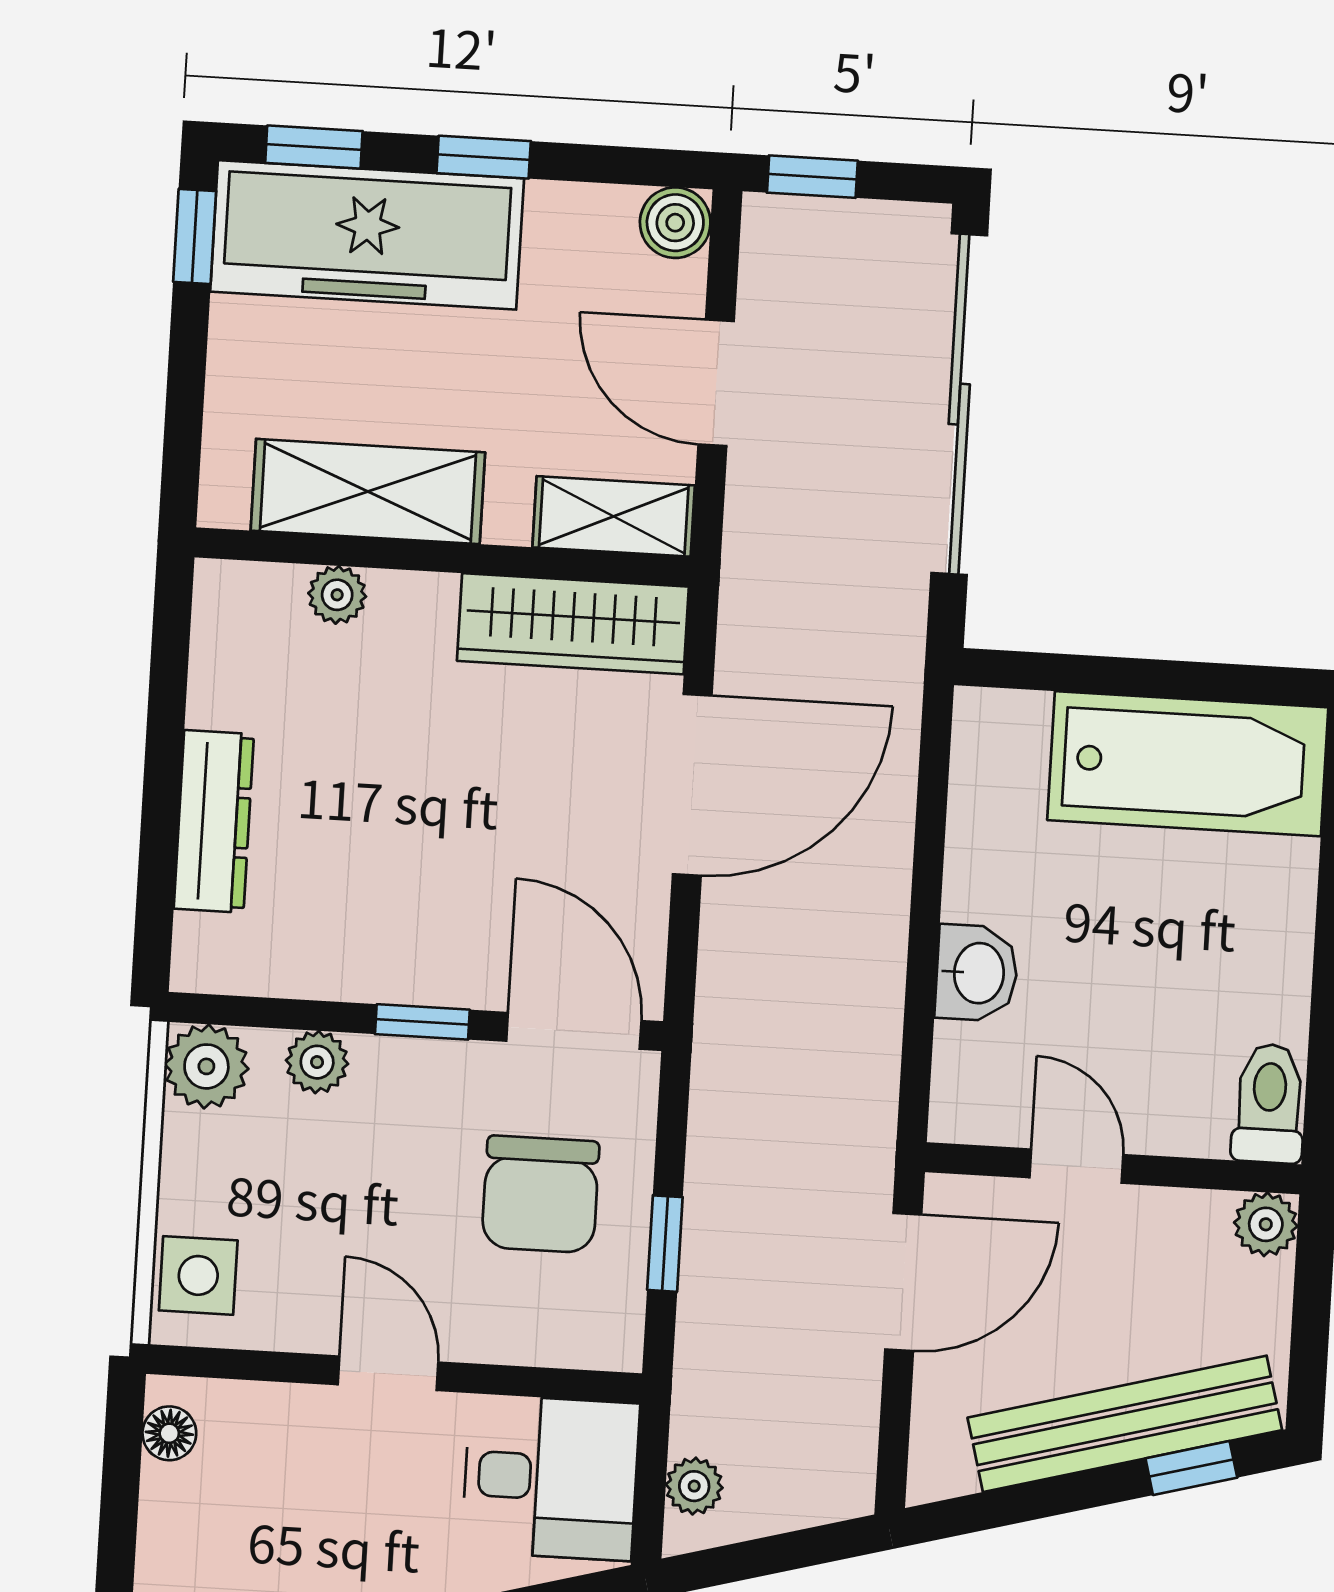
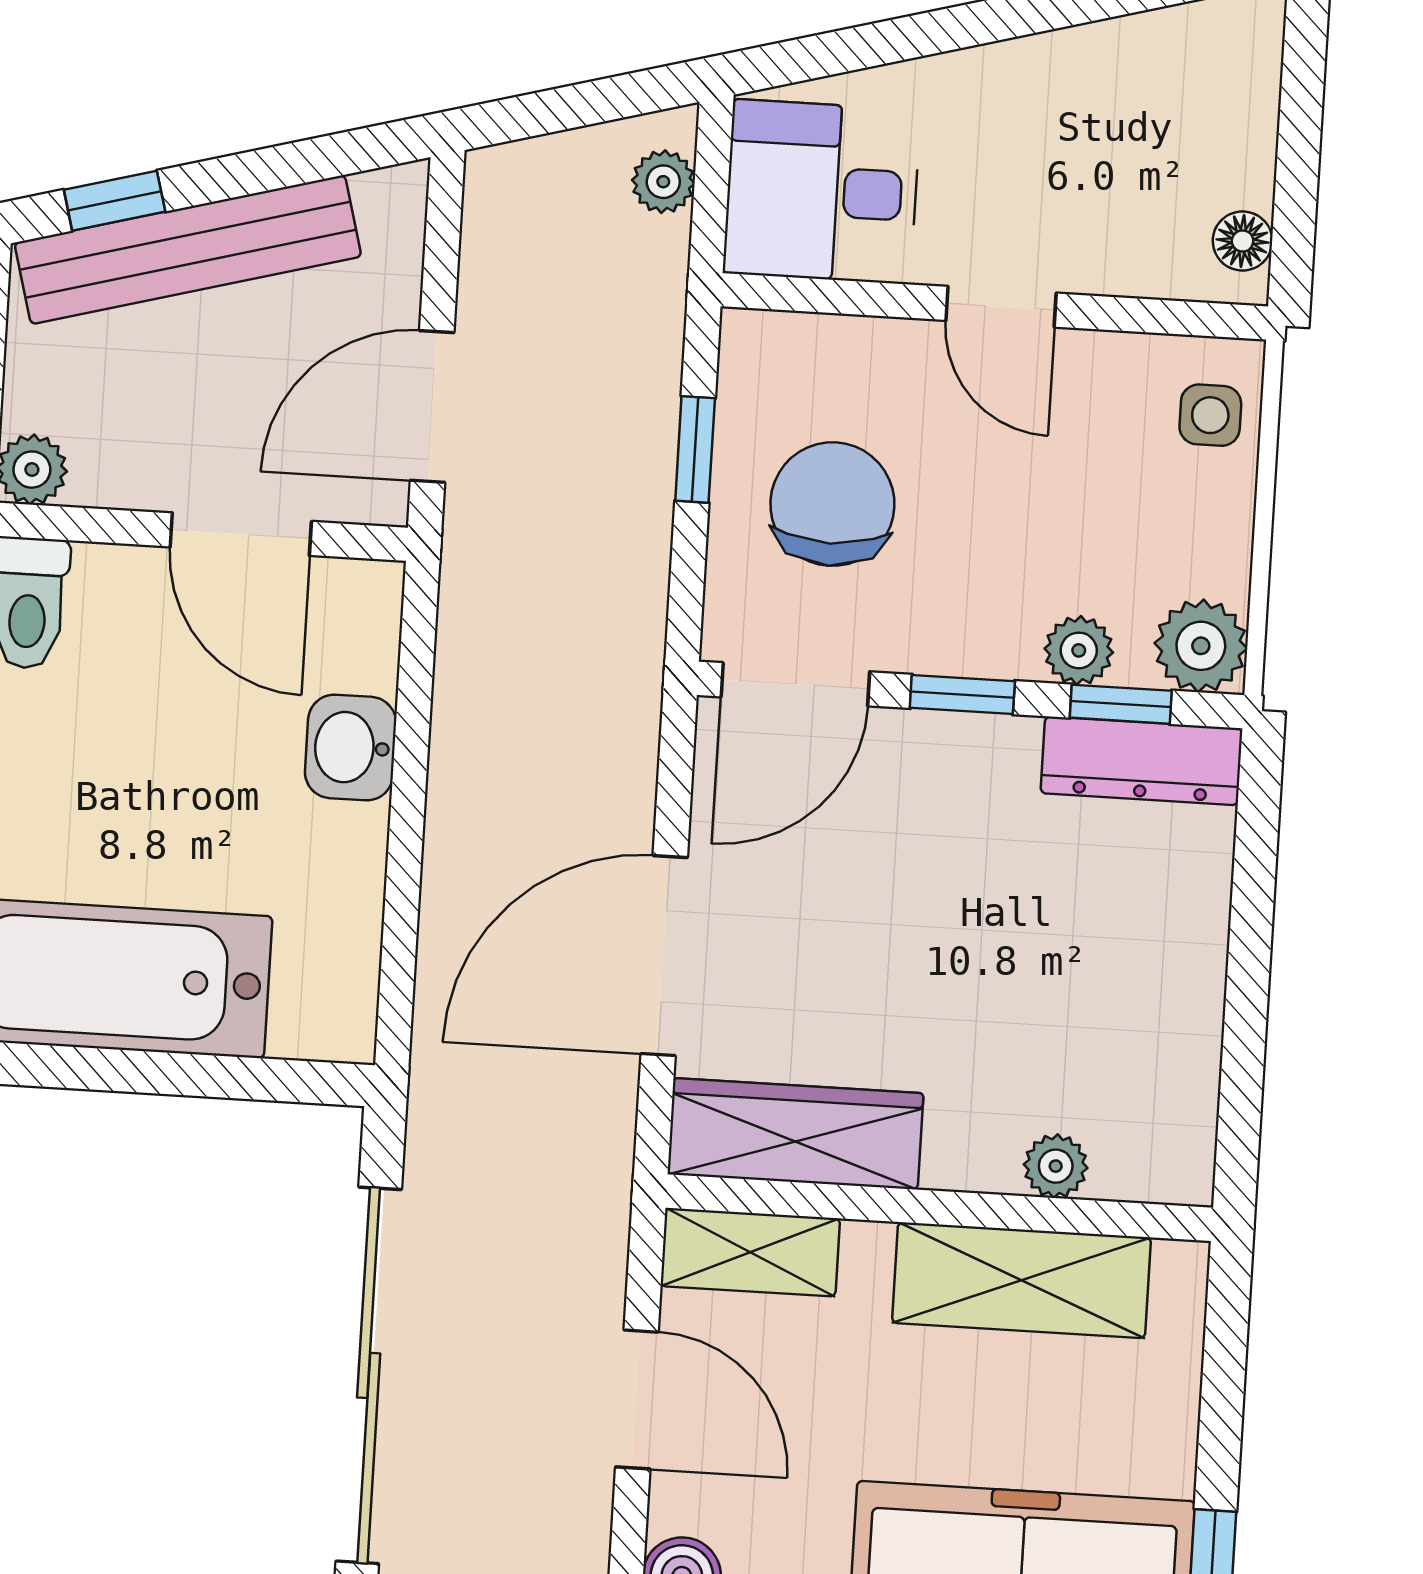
dresser: (214, 821) -> (1142, 761), moved, turned -90
window: (279, 1013) -> (1121, 704), added
door: (574, 1031) -> (795, 684), hinge flipped
door: (1076, 1166) -> (241, 534), width x1.37
side table: (198, 1275) -> (1210, 415), width x0.73, depth x0.73

